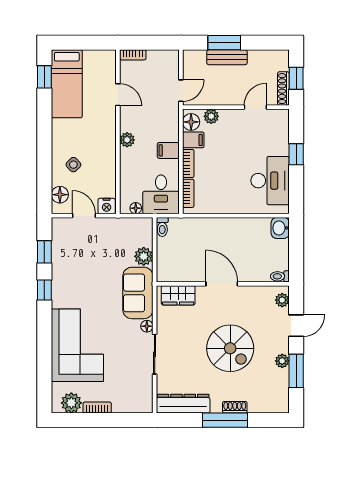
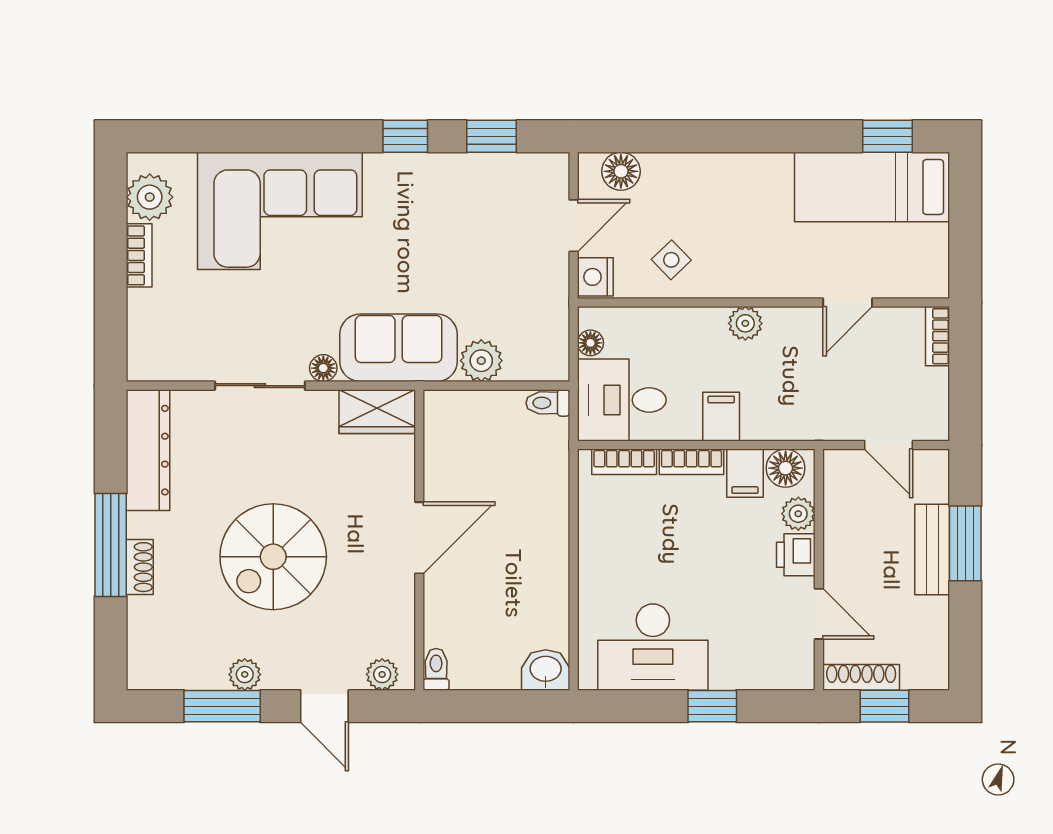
door: (181, 91) -> (889, 445), moved
printer: (229, 117) -> (796, 555), added
side table: (73, 165) -> (671, 260), moved
wardrobe: (178, 295) -> (377, 412), moved, turned -90

